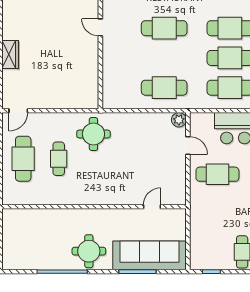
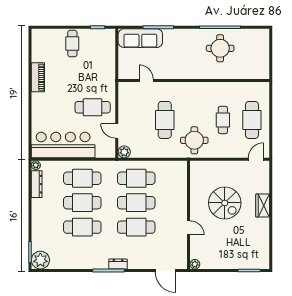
spiral stairs: (56, 58) -> (225, 203), added
cafe table: (164, 58) -> (136, 203), added
cafe table: (129, 159) -> (165, 120), added
door: (152, 207) -> (146, 81), swing flipped
round table: (89, 251) -> (220, 48), moved
sofa: (149, 255) -> (140, 38), width x0.74, depth x0.79

